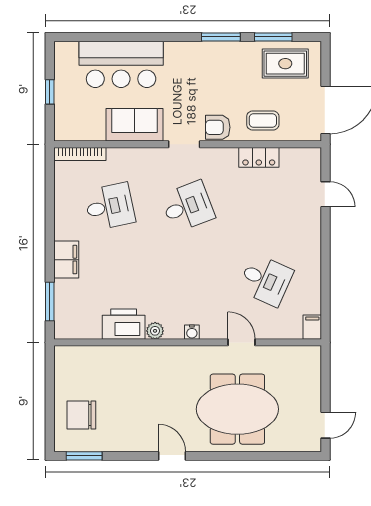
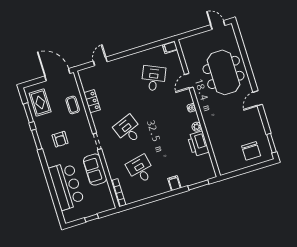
armchair: (218, 127) -> (60, 139), moved
filing cabinet: (66, 260) -> (174, 183), width x0.50

